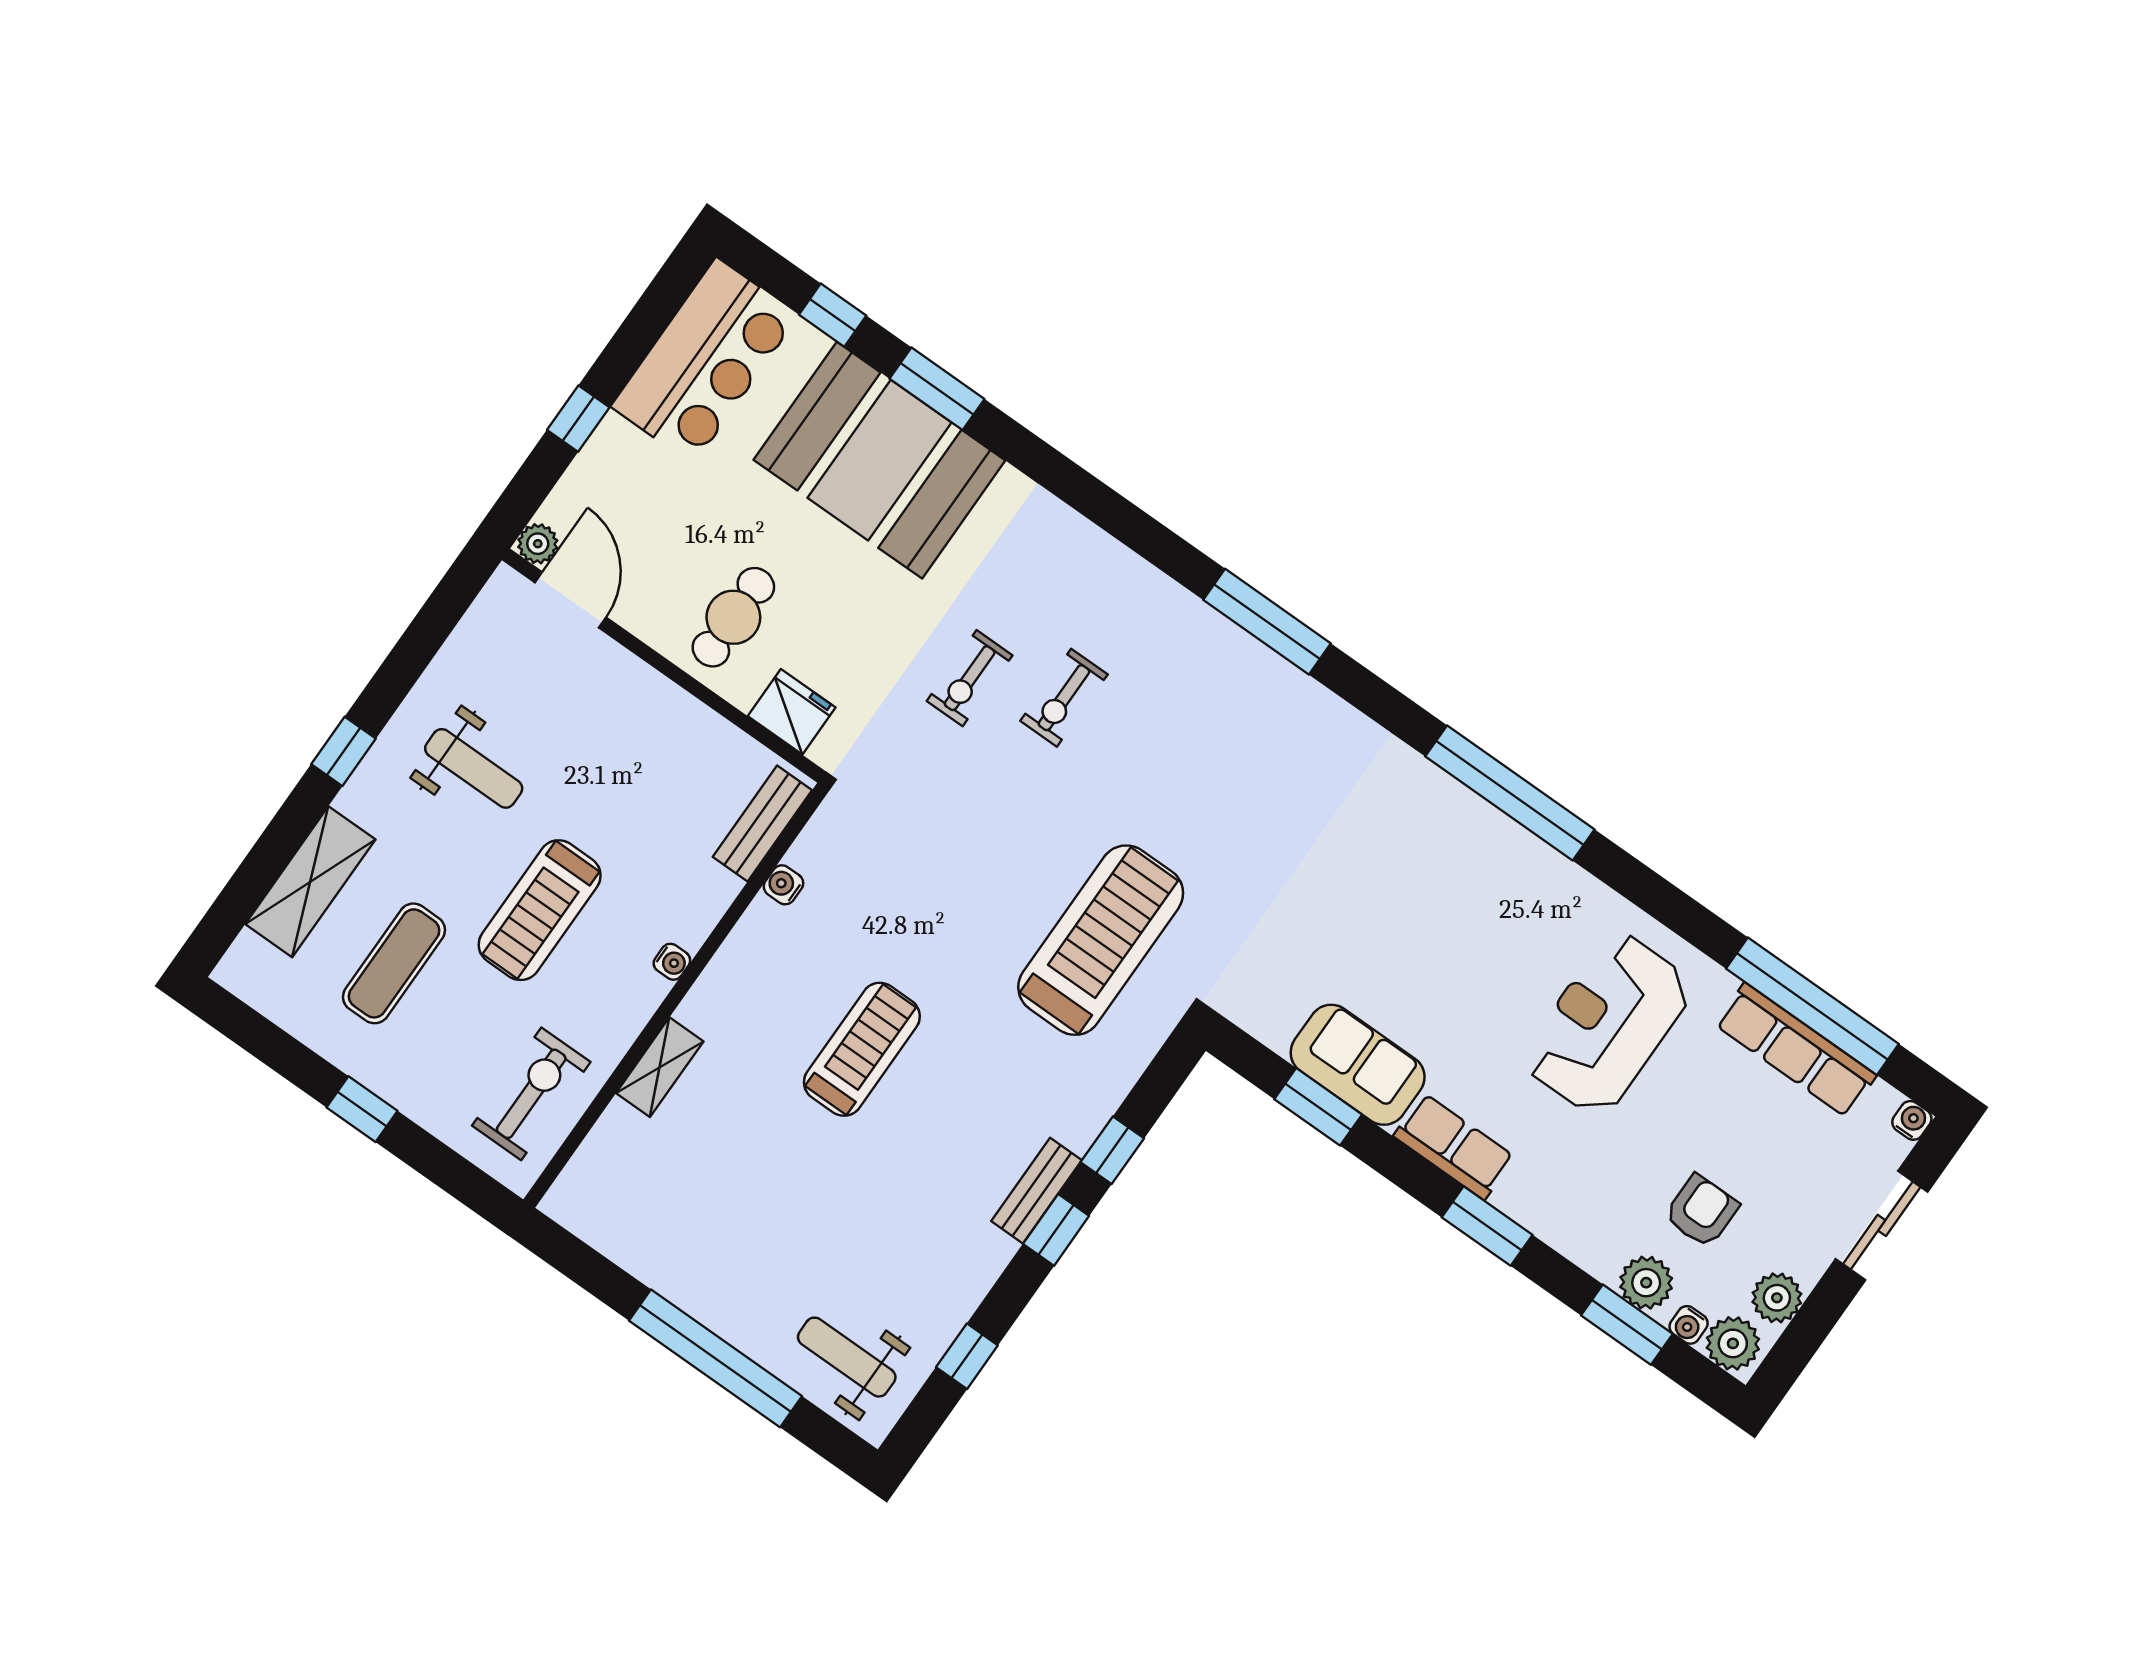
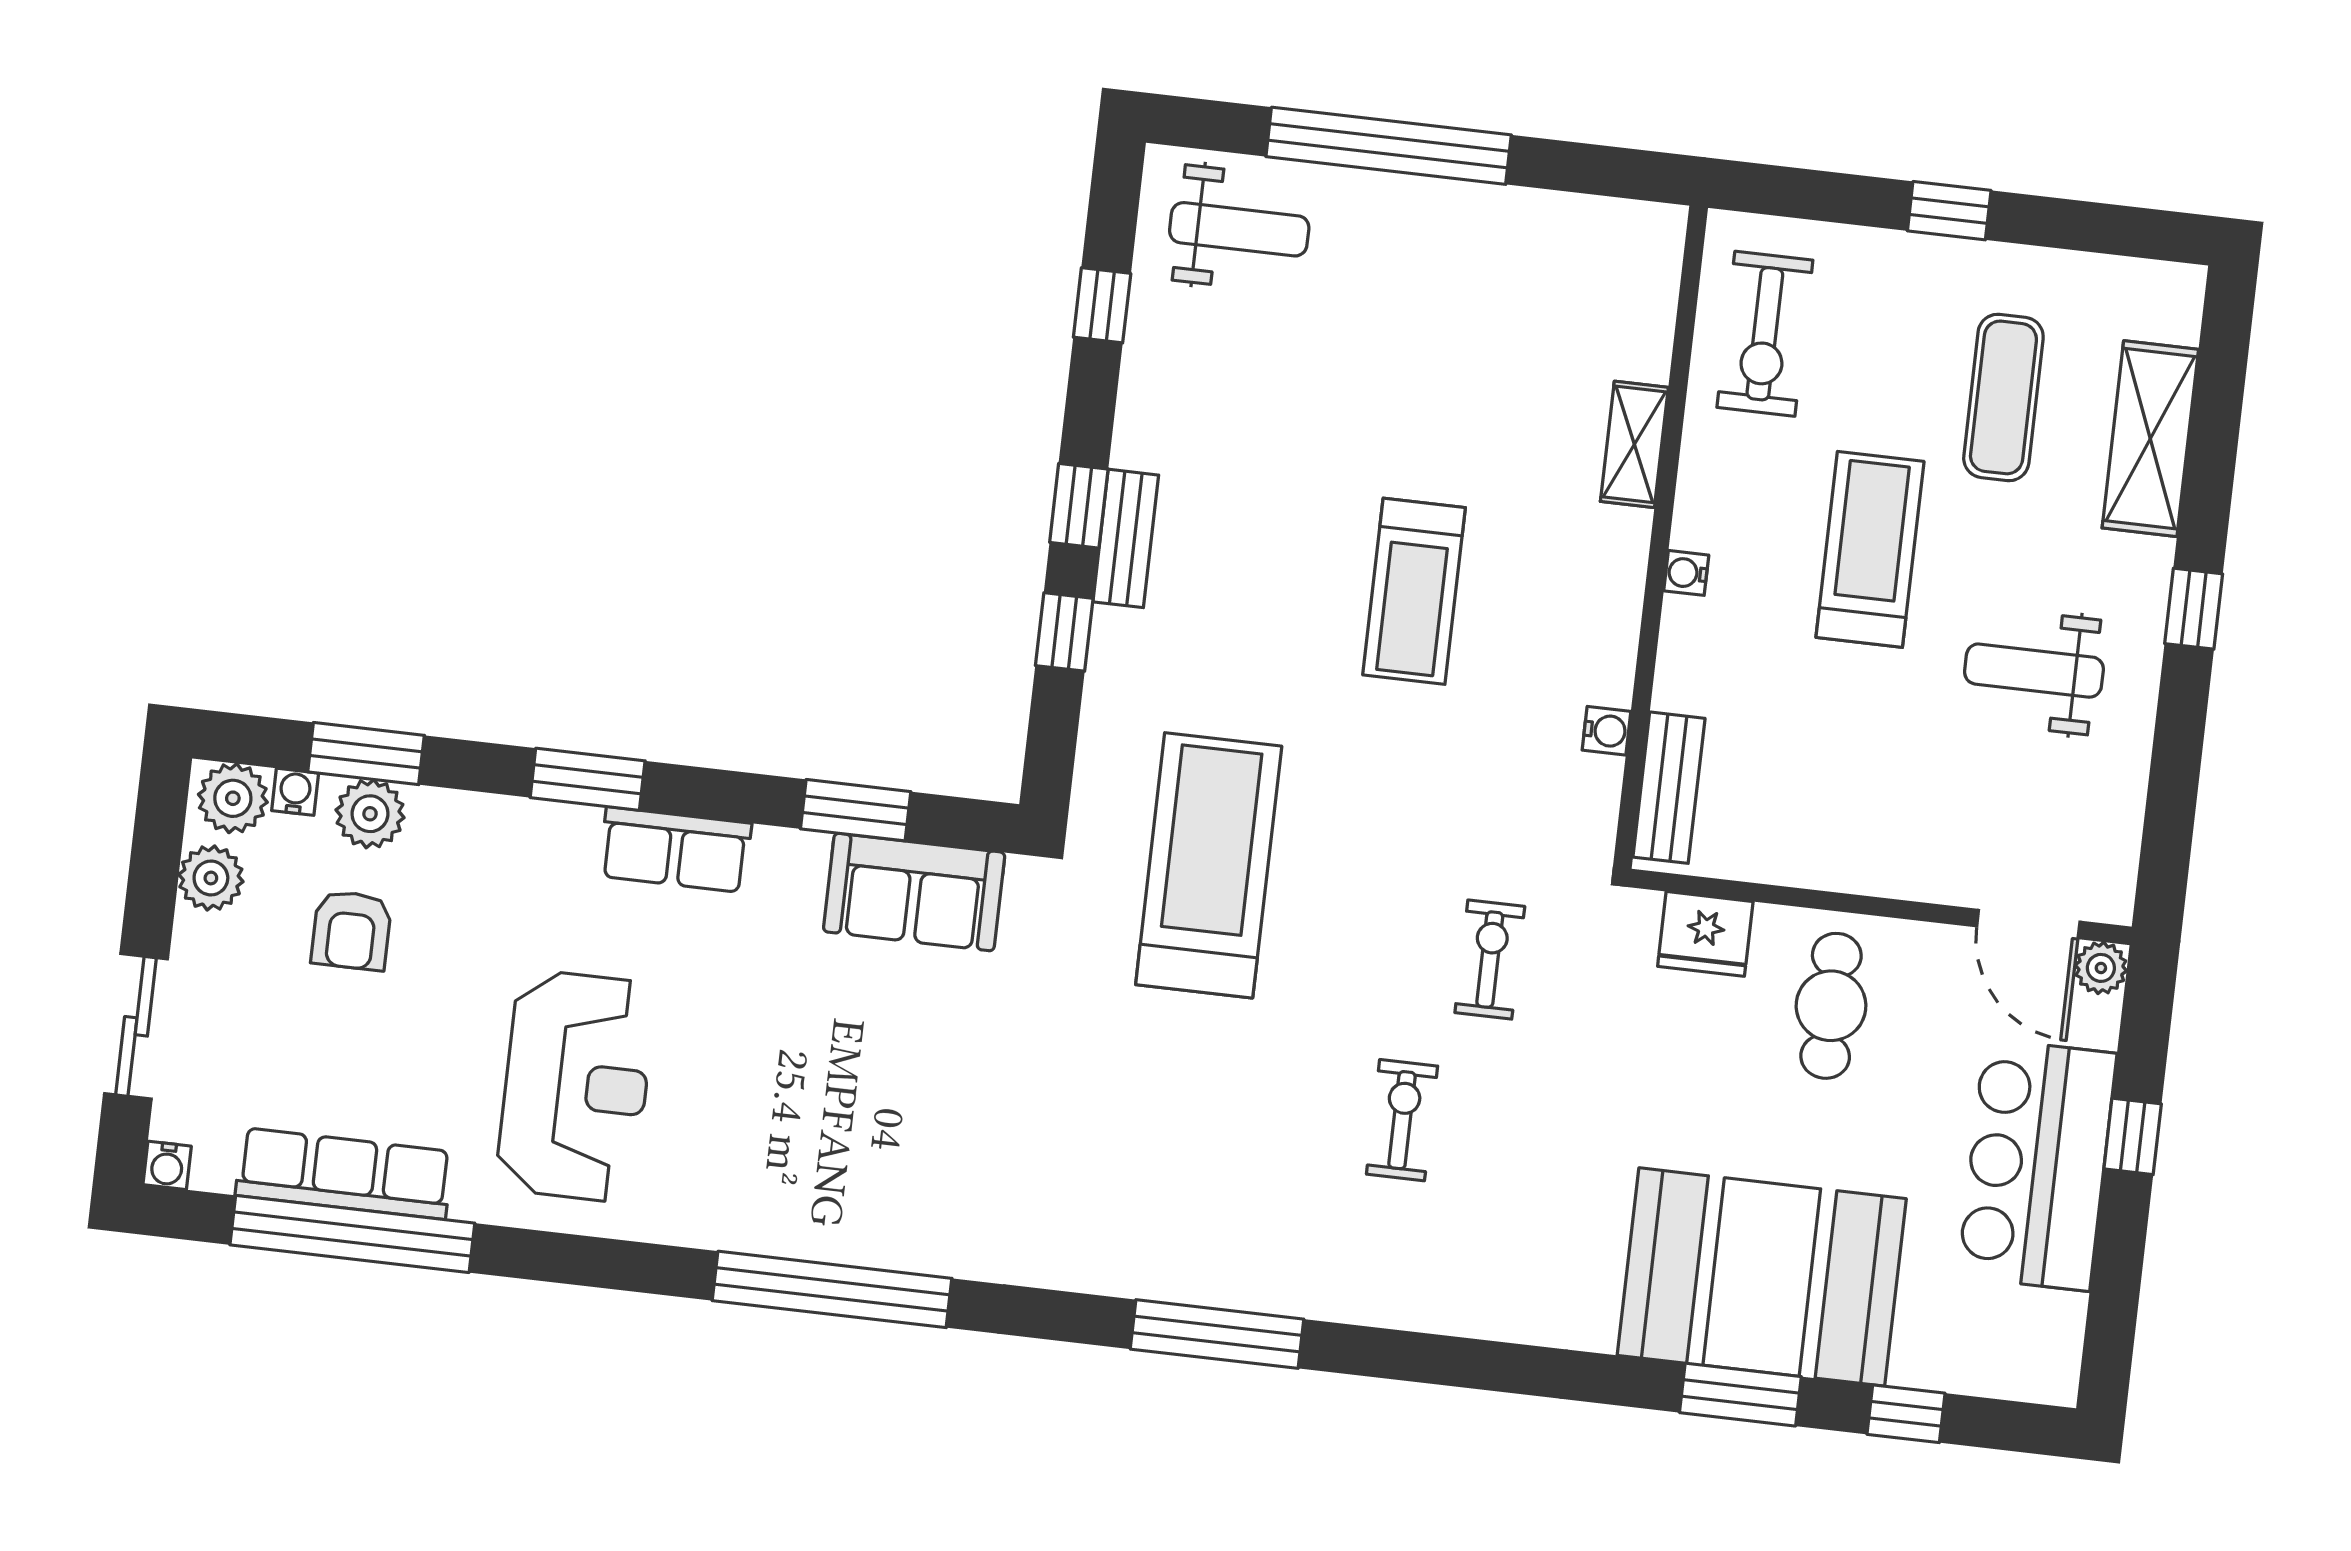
bar counter: (705, 361) -> (2037, 1165), moved
exercise bike: (970, 678) -> (1490, 960), moved
treadmill: (1101, 940) -> (1209, 865), turned 180
sofa: (1358, 1065) -> (914, 892), moved

